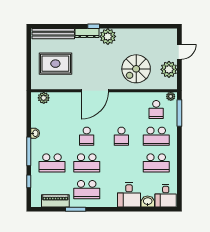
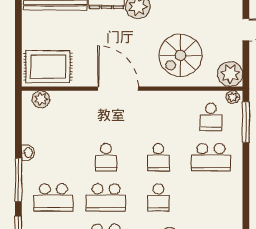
rug: (55, 64) -> (48, 67), moved
plant: (169, 69) -> (230, 74), moved
door: (95, 91) -> (118, 89), swing flipped
school desk: (156, 163) -> (158, 197), moved, width x0.54

